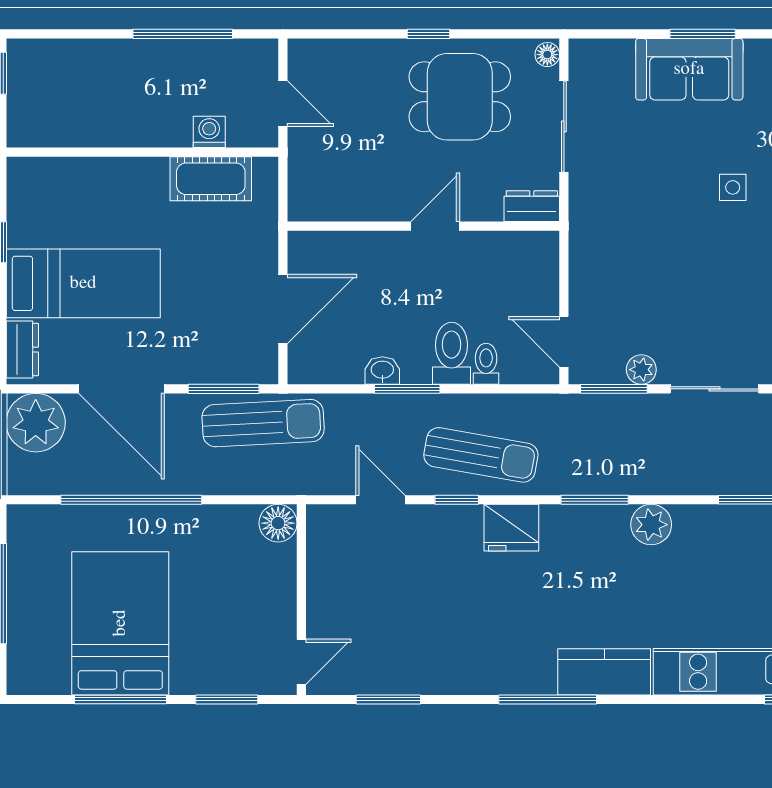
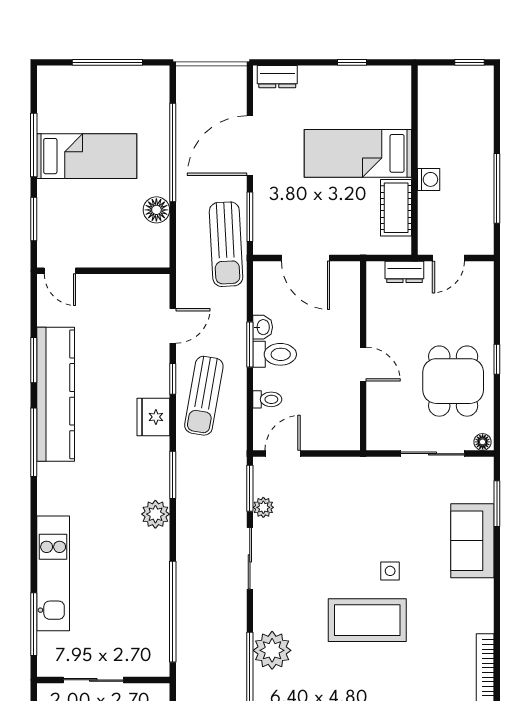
window: (703, 34) -> (497, 504), moved
washing machine: (209, 132) -> (429, 179), moved
dresser: (532, 206) -> (404, 272), moved, turned 90
bed: (83, 283) -> (358, 153), moved, turned 90
toilet: (452, 353) -> (275, 354), moved
plant: (36, 423) -> (226, 86), removed
floor lamp: (278, 523) -> (156, 210), moved
bed: (120, 623) -> (87, 156), width x0.67
kitchen counter: (604, 672) -> (56, 394), moved, width x2.08, depth x1.17
window: (388, 699) -> (34, 360), moved

